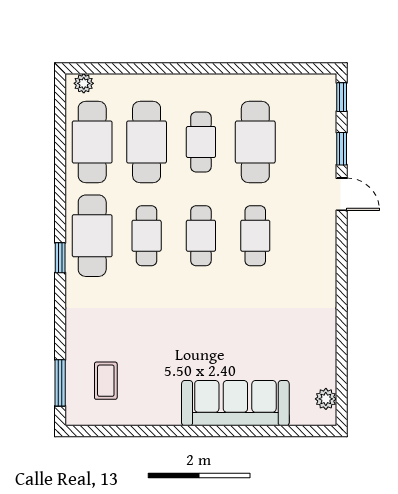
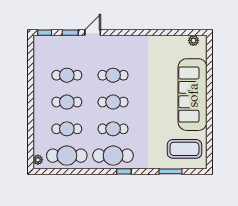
cafe table: (147, 142) -> (67, 129), width x0.73, depth x0.74
cafe table: (255, 142) -> (67, 75), width x0.73, depth x0.74
coffee table: (106, 381) -> (184, 149), width x1.86, depth x1.72
window: (60, 383) -> (170, 171), moved
sofa: (235, 403) -> (193, 95), width x1.36, depth x1.27

